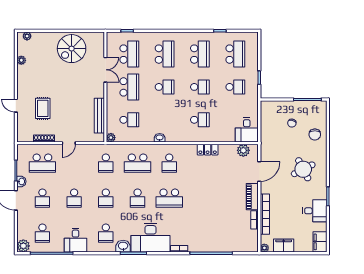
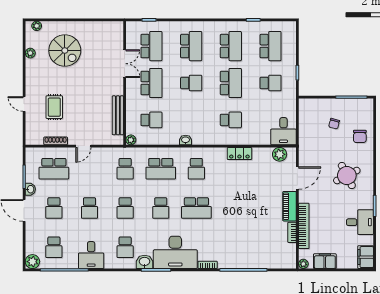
spiral stairs: (72, 49) -> (65, 51), moved, turned -90
school desk: (200, 87) -> (231, 83), width x1.85

